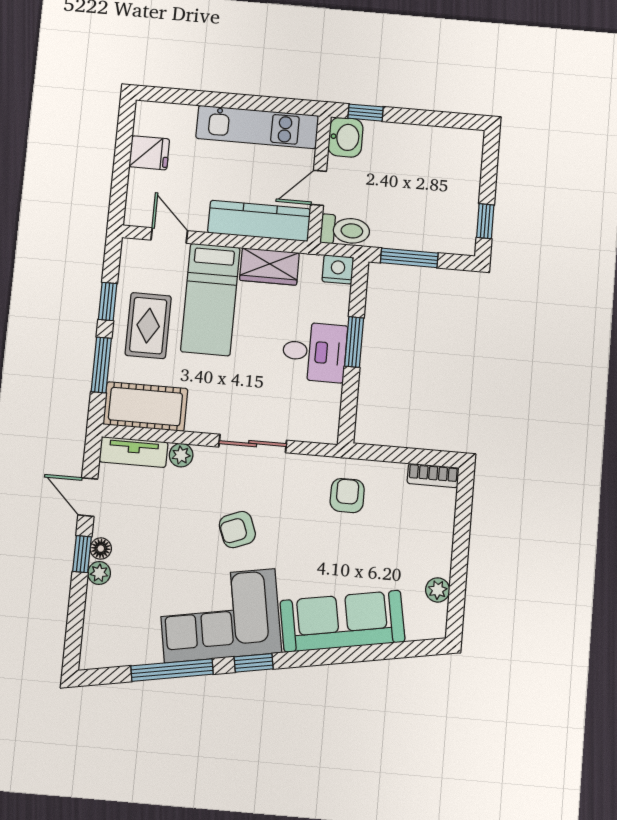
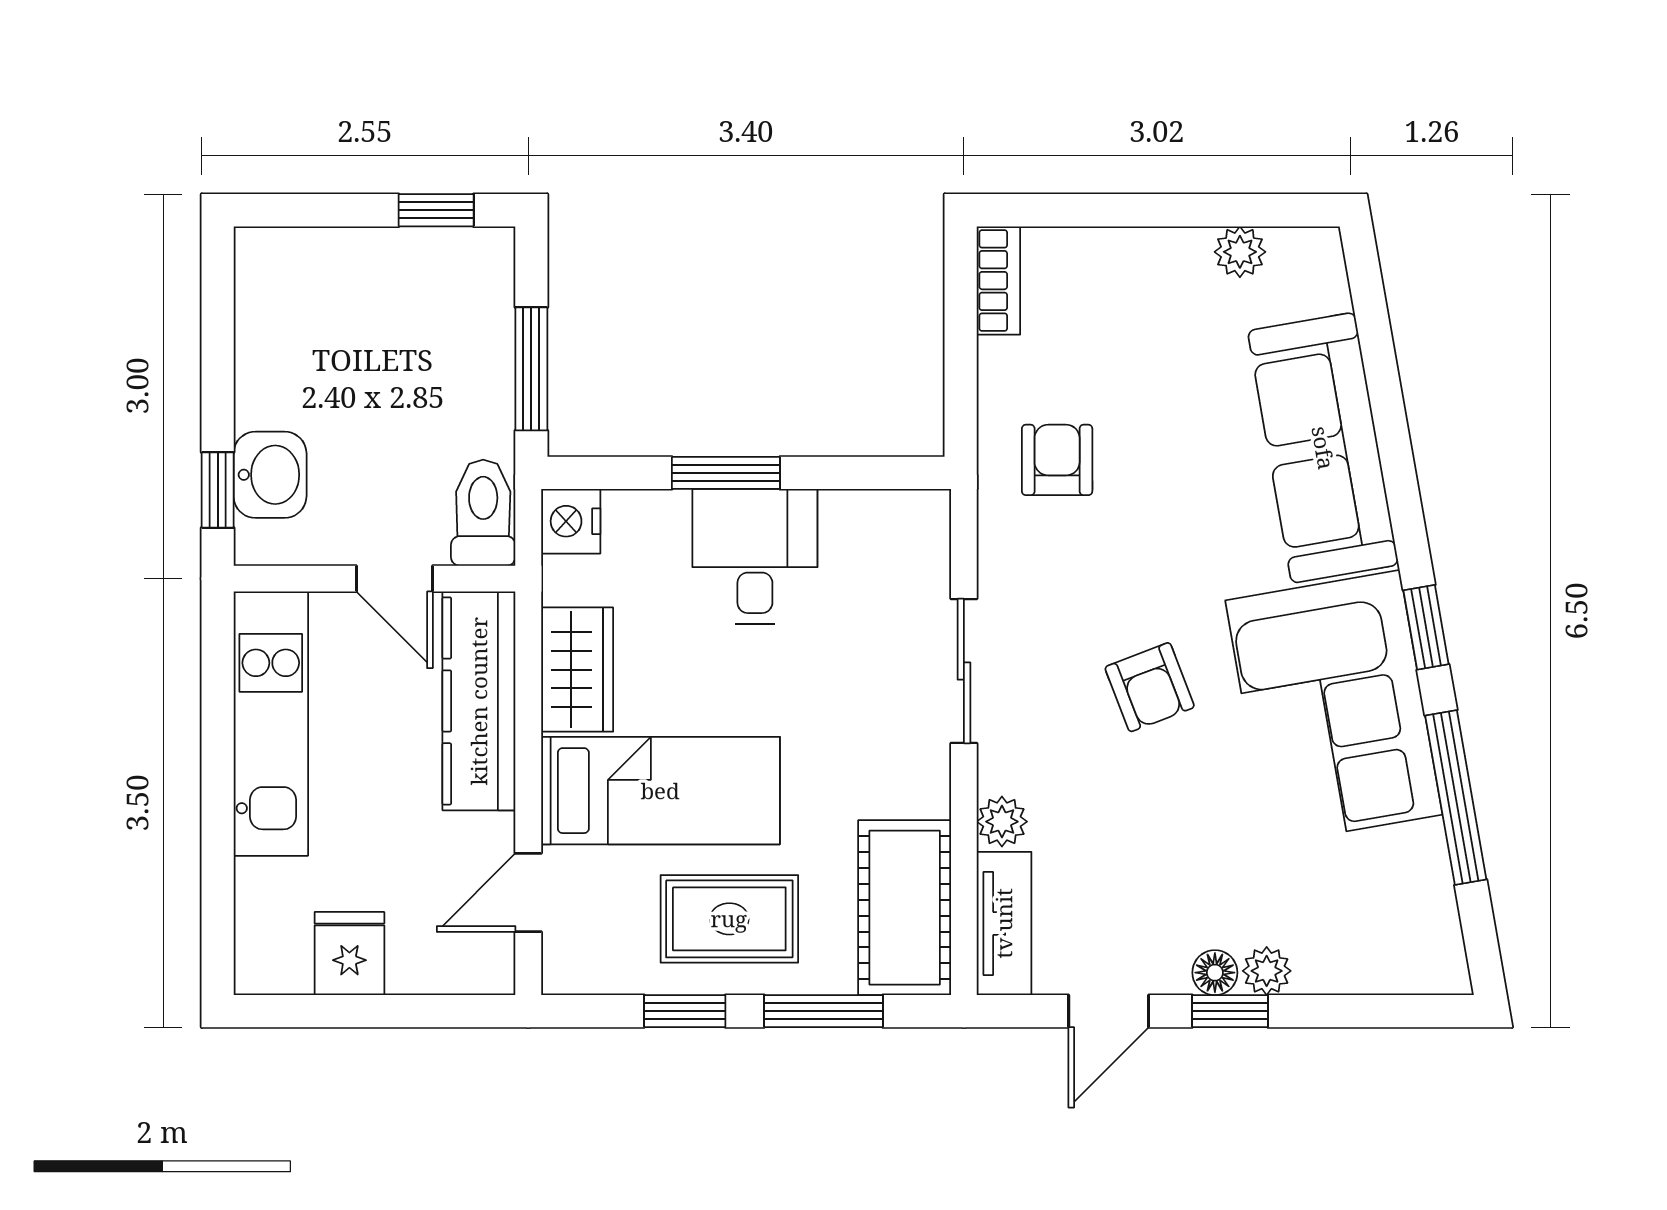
washbasin: (345, 137) -> (270, 475), moved, turned 90
armchair: (347, 496) -> (1057, 460), turned 90

